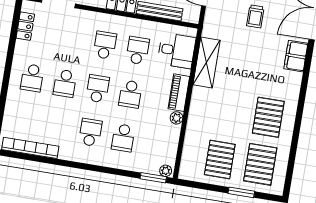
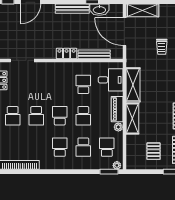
school desk: (105, 45) -> (107, 147), moved
shelving: (198, 109) -> (132, 119), added
pallet: (220, 159) -> (154, 151), width x0.67, depth x0.71

